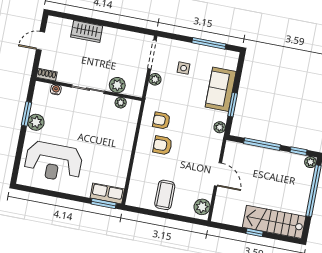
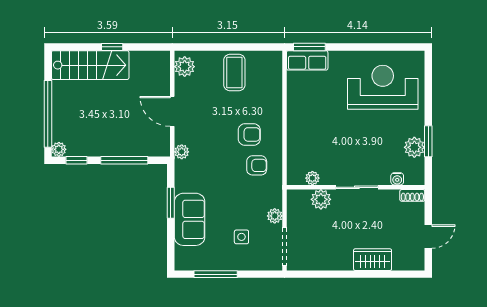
plant: (36, 122) -> (414, 147), moved
plant: (220, 127) -> (182, 152), moved

